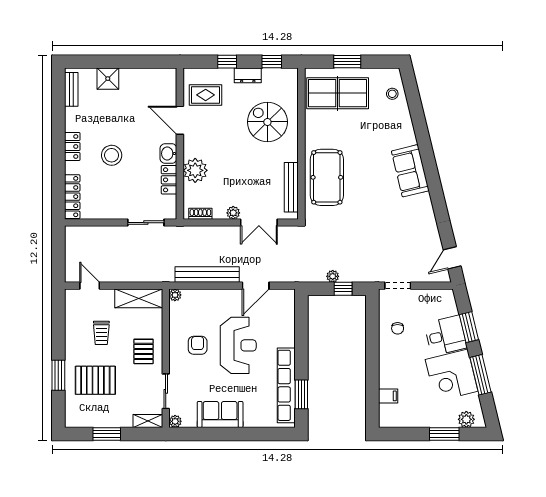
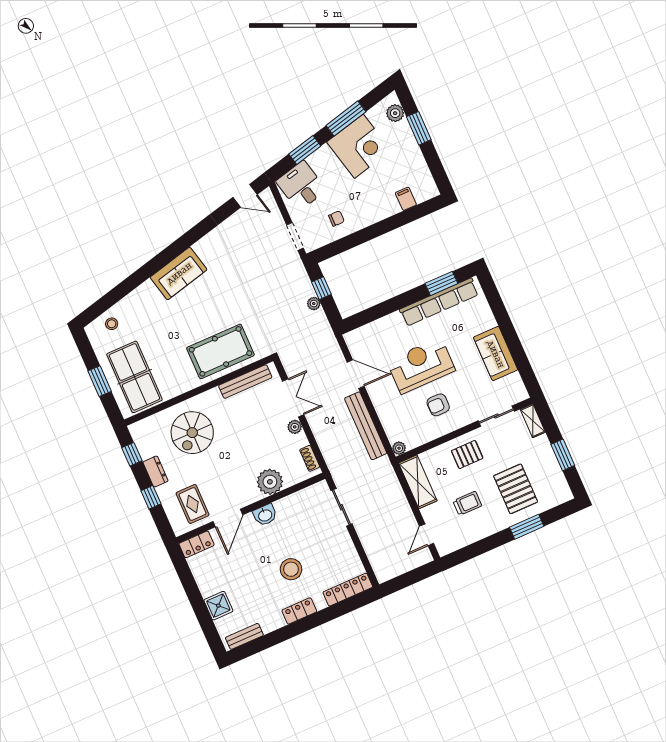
locker: (169, 180) -> (197, 544), moved
desk: (445, 336) -> (301, 186), moved
plant: (175, 421) -> (521, 394), removed

